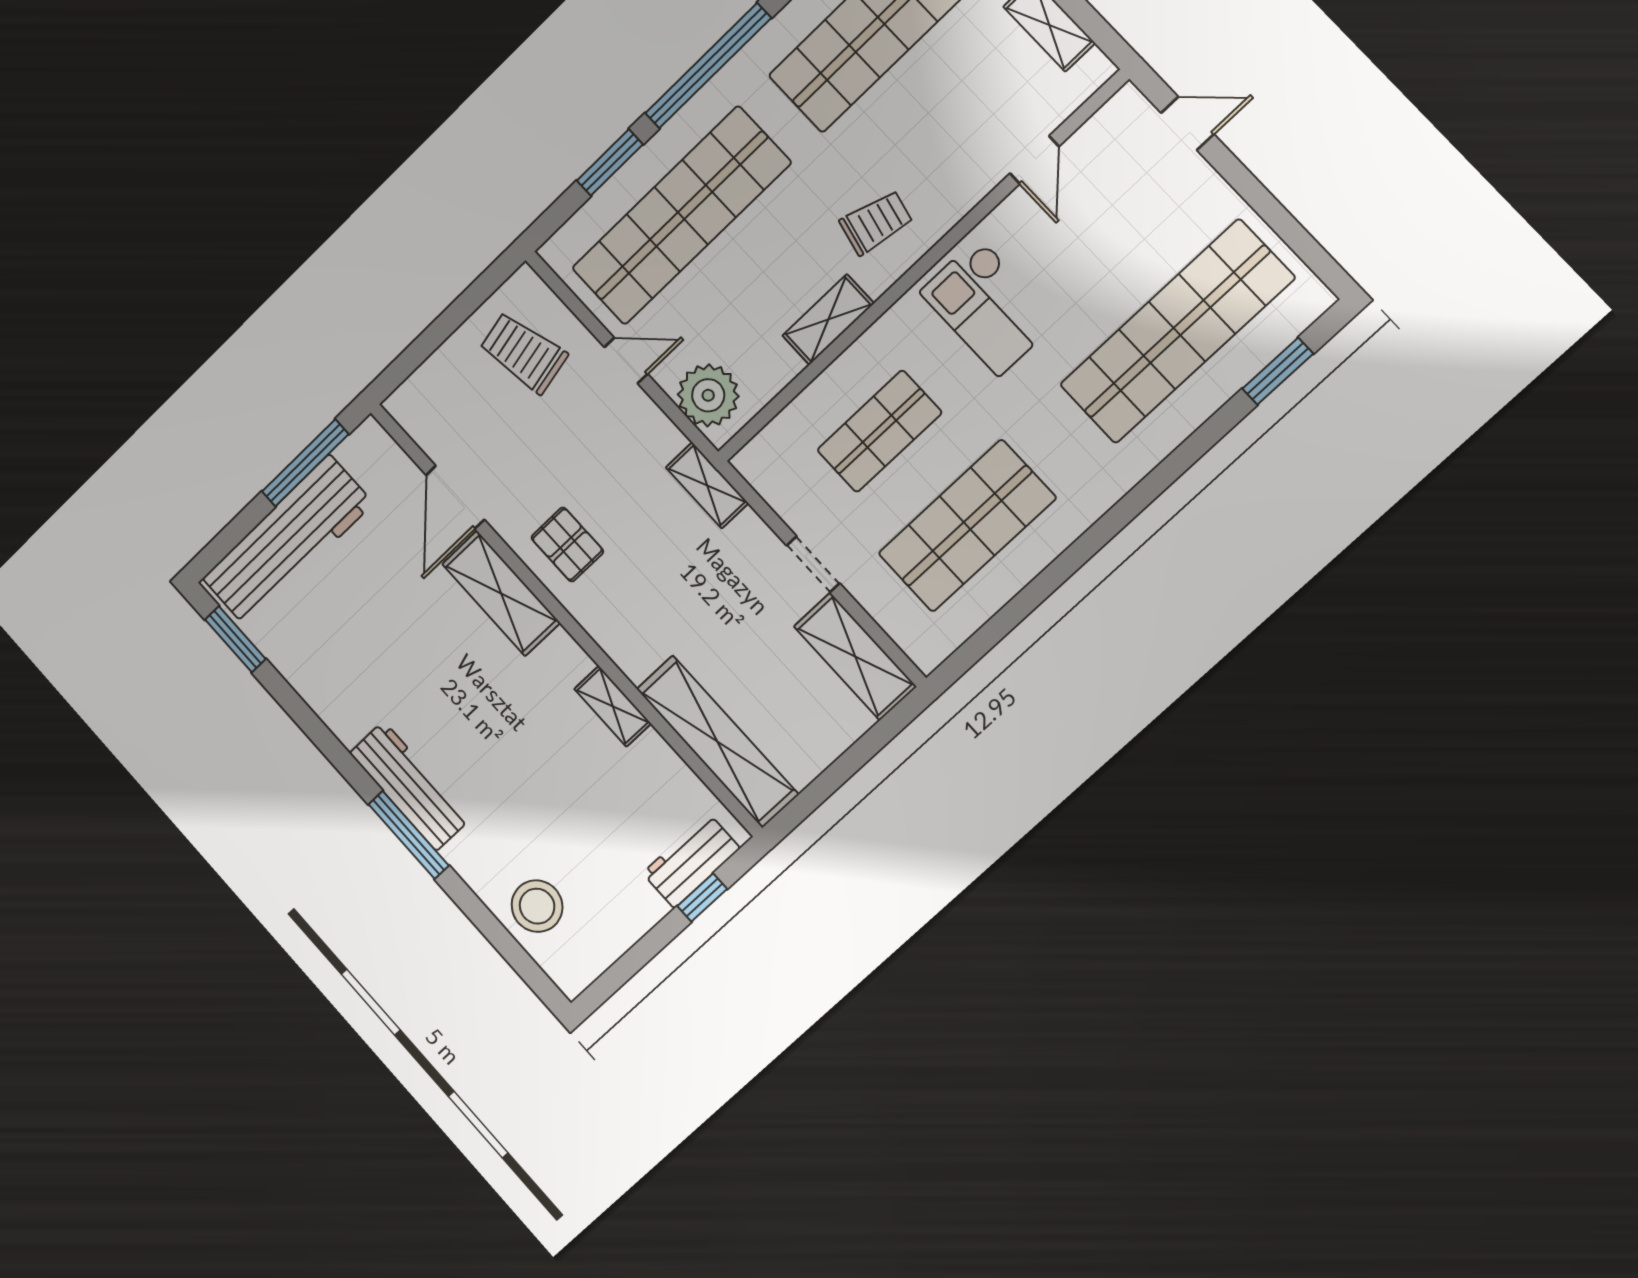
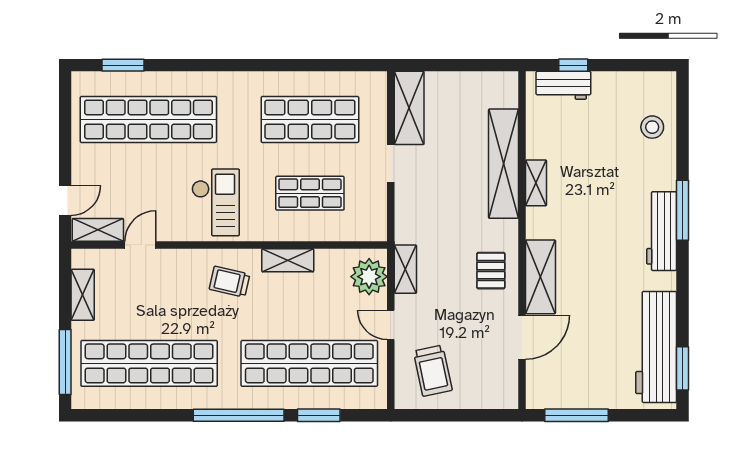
door: (1187, 123) -> (65, 201), swing flipped
shelving: (1108, 127) -> (98, 230), added
shelving: (707, 485) -> (405, 269), moved
workbench: (288, 541) -> (656, 347), moved, turned -90
shelving: (717, 742) -> (504, 164), moved
stool: (537, 906) -> (652, 127), width x0.73, depth x0.73

